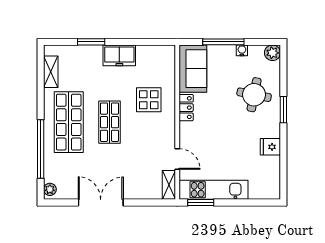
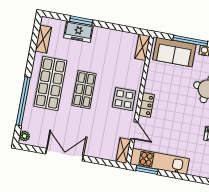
freezer: (119, 55) -> (78, 32), moved
shelving: (169, 60) -> (142, 47), added
sofa: (193, 69) -> (174, 52), moved, turned 90
display table: (149, 100) -> (124, 99), moved
locker: (186, 108) -> (147, 105), moved

